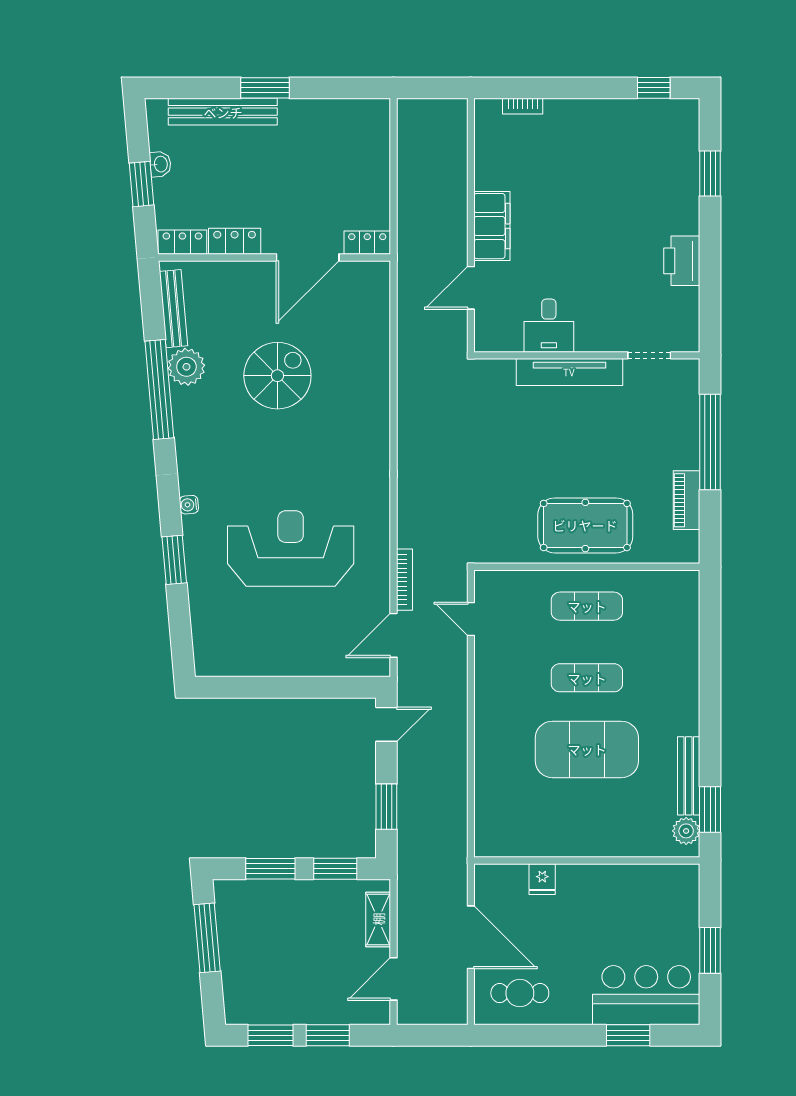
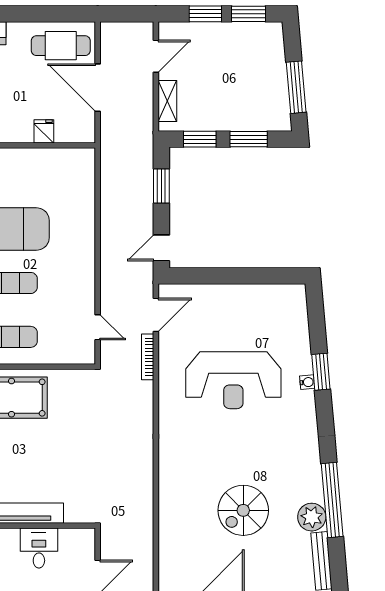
water cooler: (189, 505) -> (307, 382), moved
cafe table: (520, 993) -> (61, 46), width x1.37, depth x1.35

